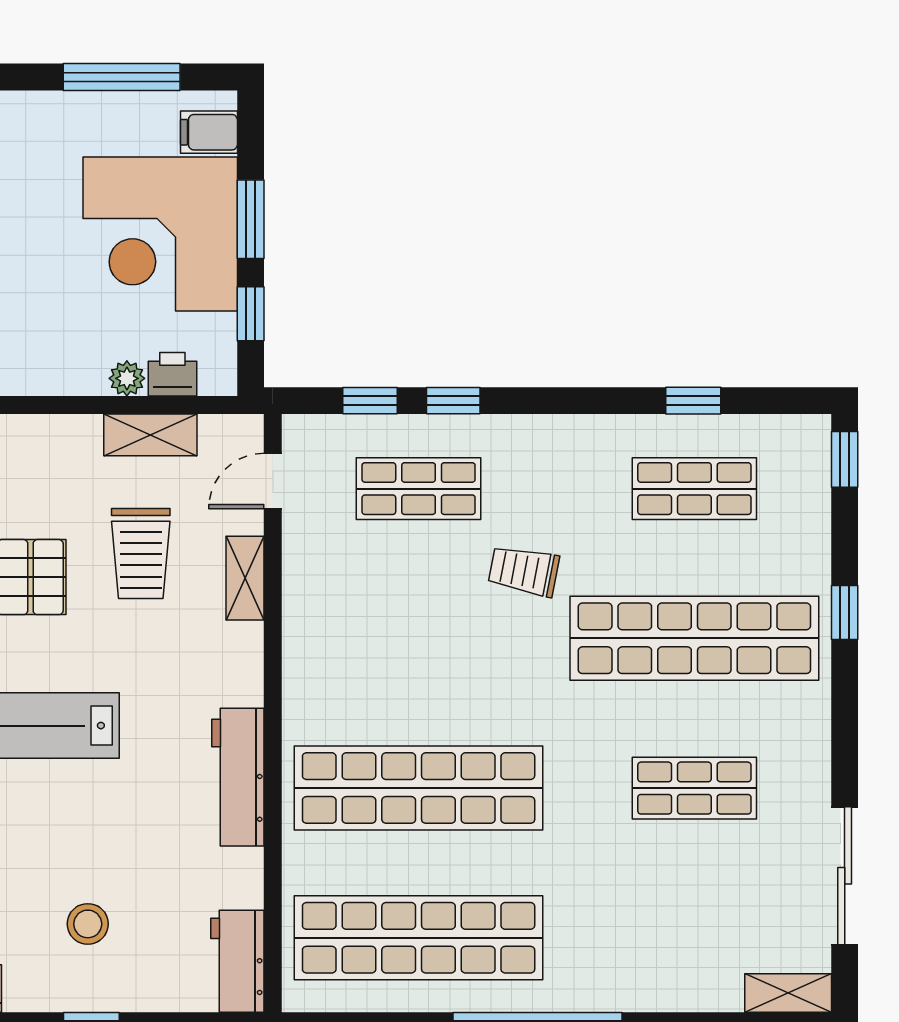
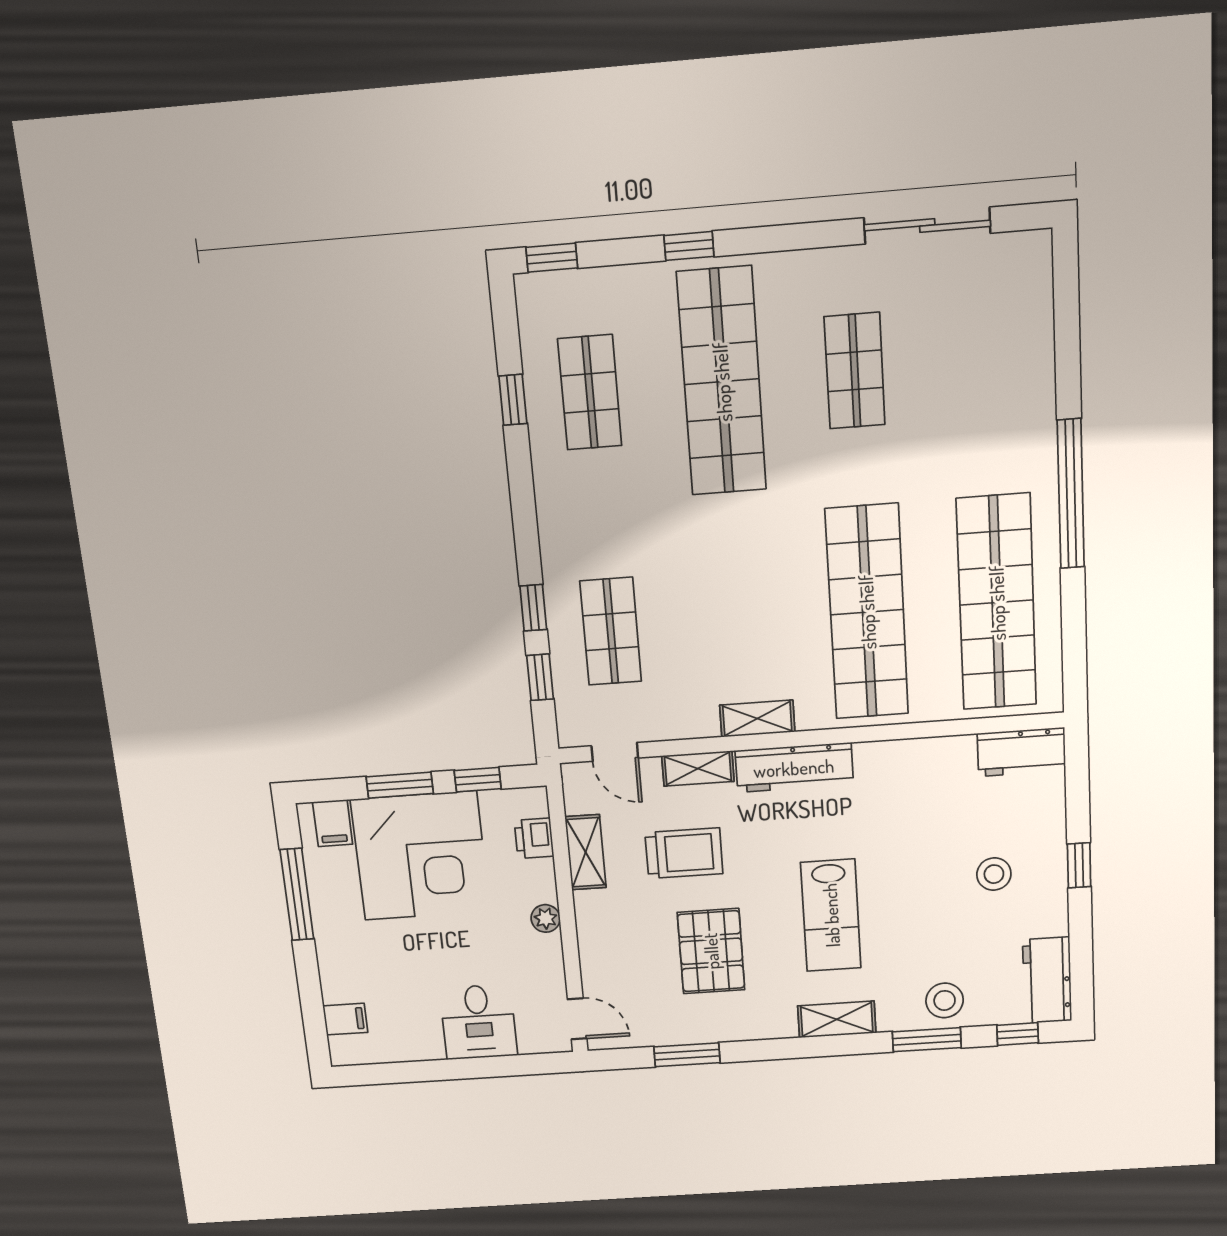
plant: (127, 378) -> (546, 918), moved
trolley: (524, 571) -> (674, 537), removed
workbench: (238, 777) -> (794, 768), moved
shelving: (788, 993) -> (757, 719), moved, turned 90

